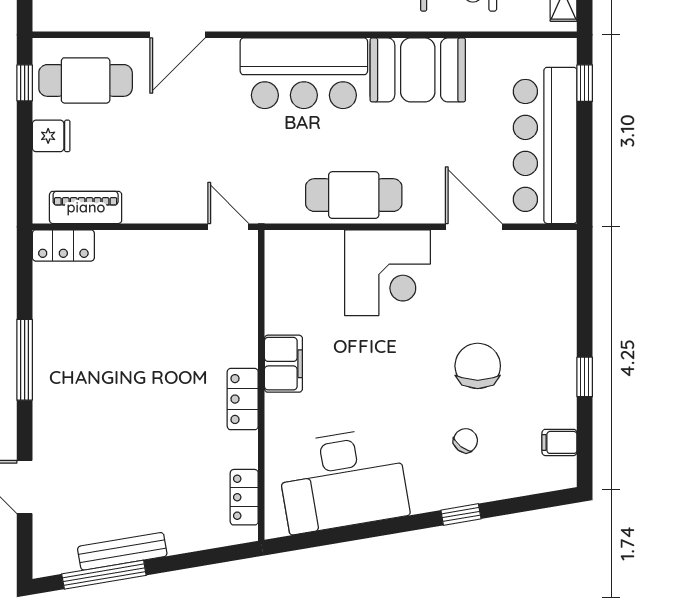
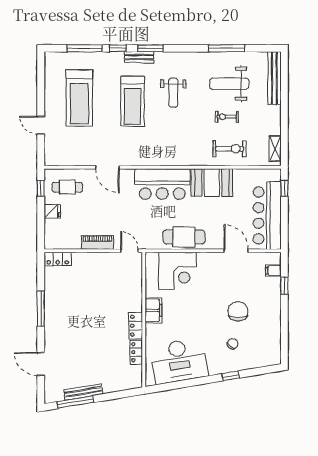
door: (178, 35) -> (107, 167), hinge flipped
cafe table: (86, 80) -> (67, 187), width x0.73, depth x0.74
piano: (86, 207) -> (97, 242), moved
corner desk: (387, 273) -> (177, 271), moved
window: (585, 377) -> (284, 286), moved
filing cabinet: (559, 442) -> (273, 271), moved
locker: (244, 497) -> (136, 352), moved

